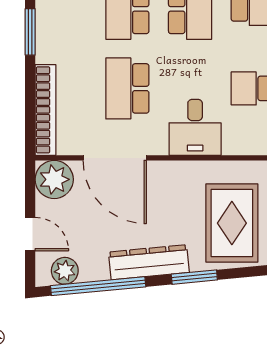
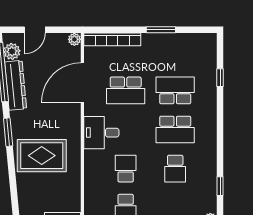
school desk: (127, 88) -> (126, 90), turned 180
plant: (54, 179) -> (74, 39), width x0.53, depth x0.53
dresser: (149, 262) -> (16, 85), moved

